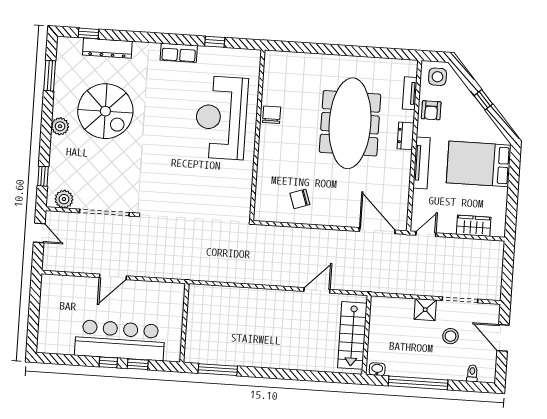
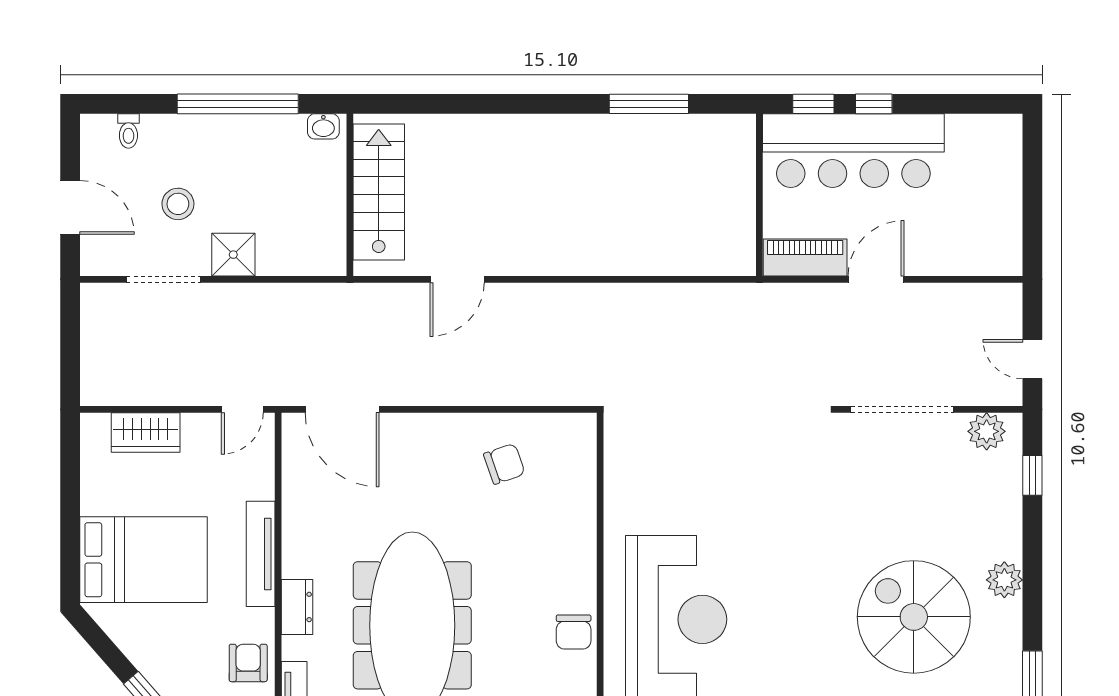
piano: (147, 290) -> (805, 257), added
wall: (184, 323) -> (759, 195), moved

